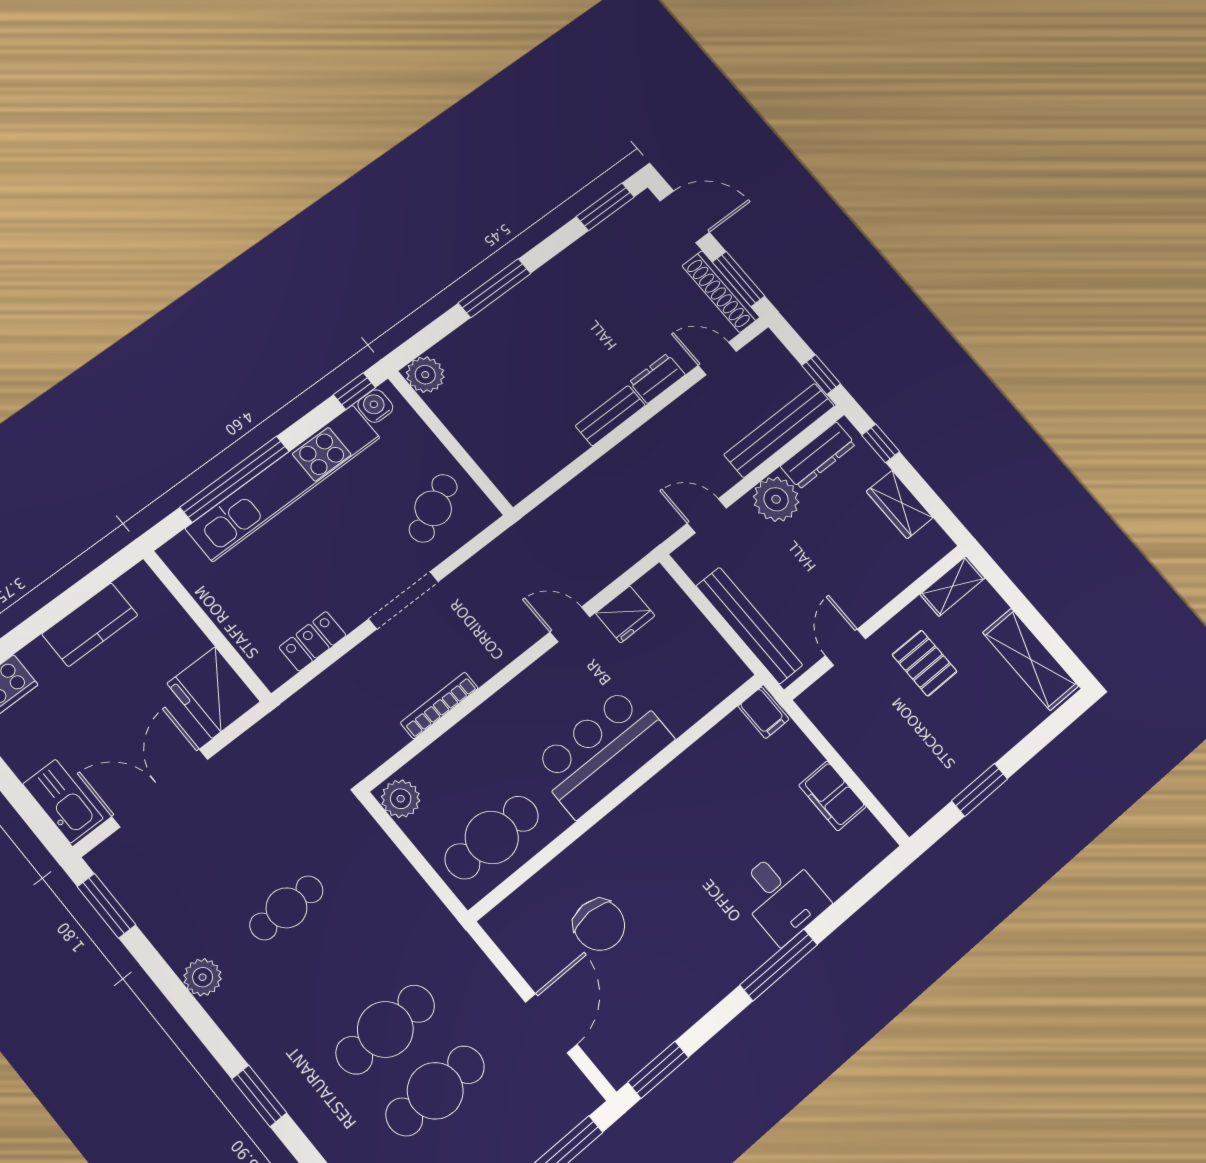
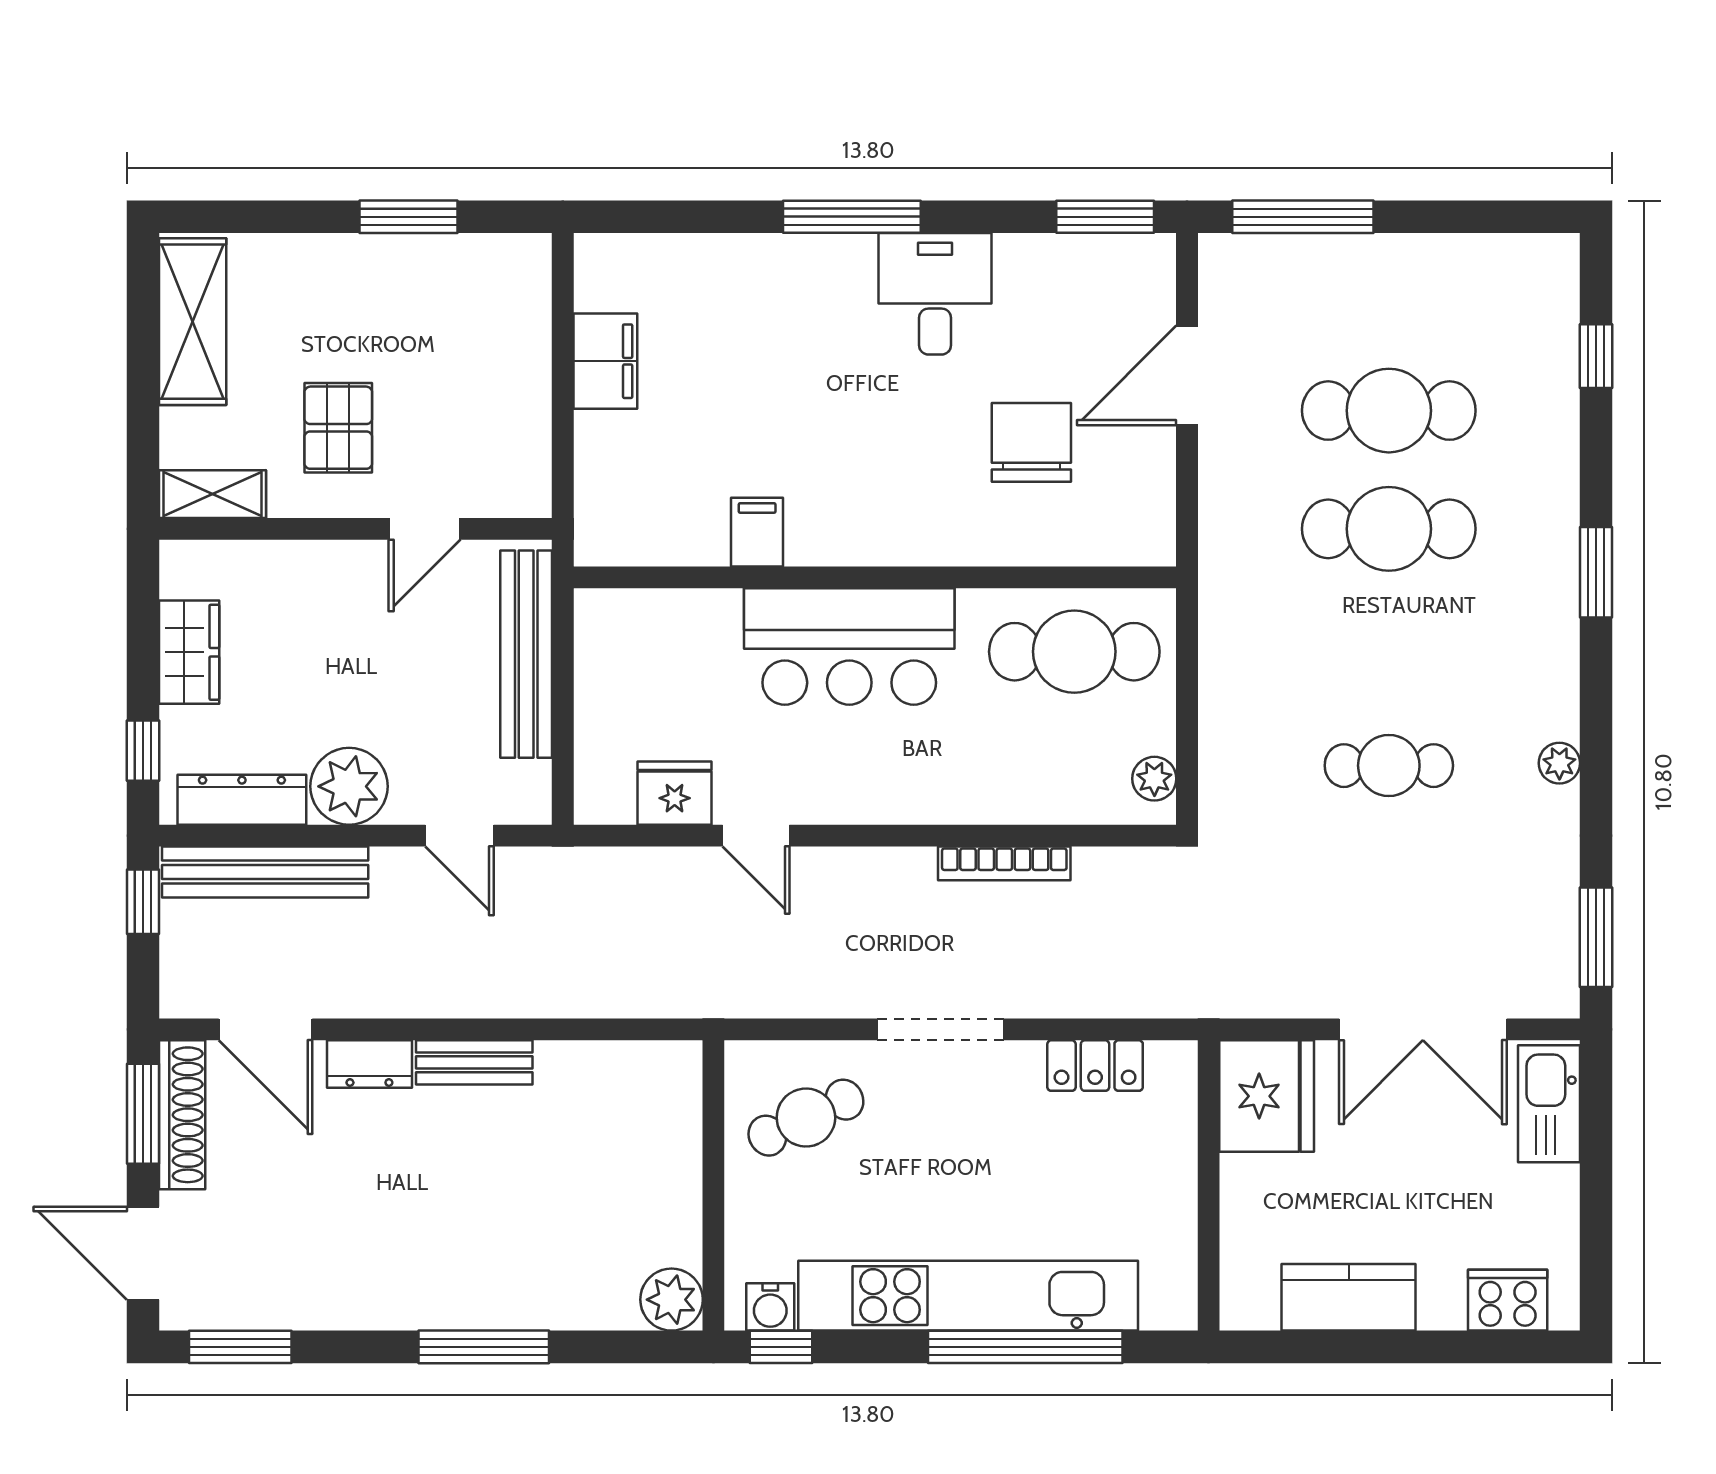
door: (717, 358) -> (265, 1029), width x1.38
filing cabinet: (764, 713) -> (757, 532), moved
plant: (401, 799) -> (1154, 779), width x0.73, depth x0.73
desk: (782, 896) -> (935, 294), moved
plant: (203, 977) -> (1559, 763), width x0.73, depth x0.73

